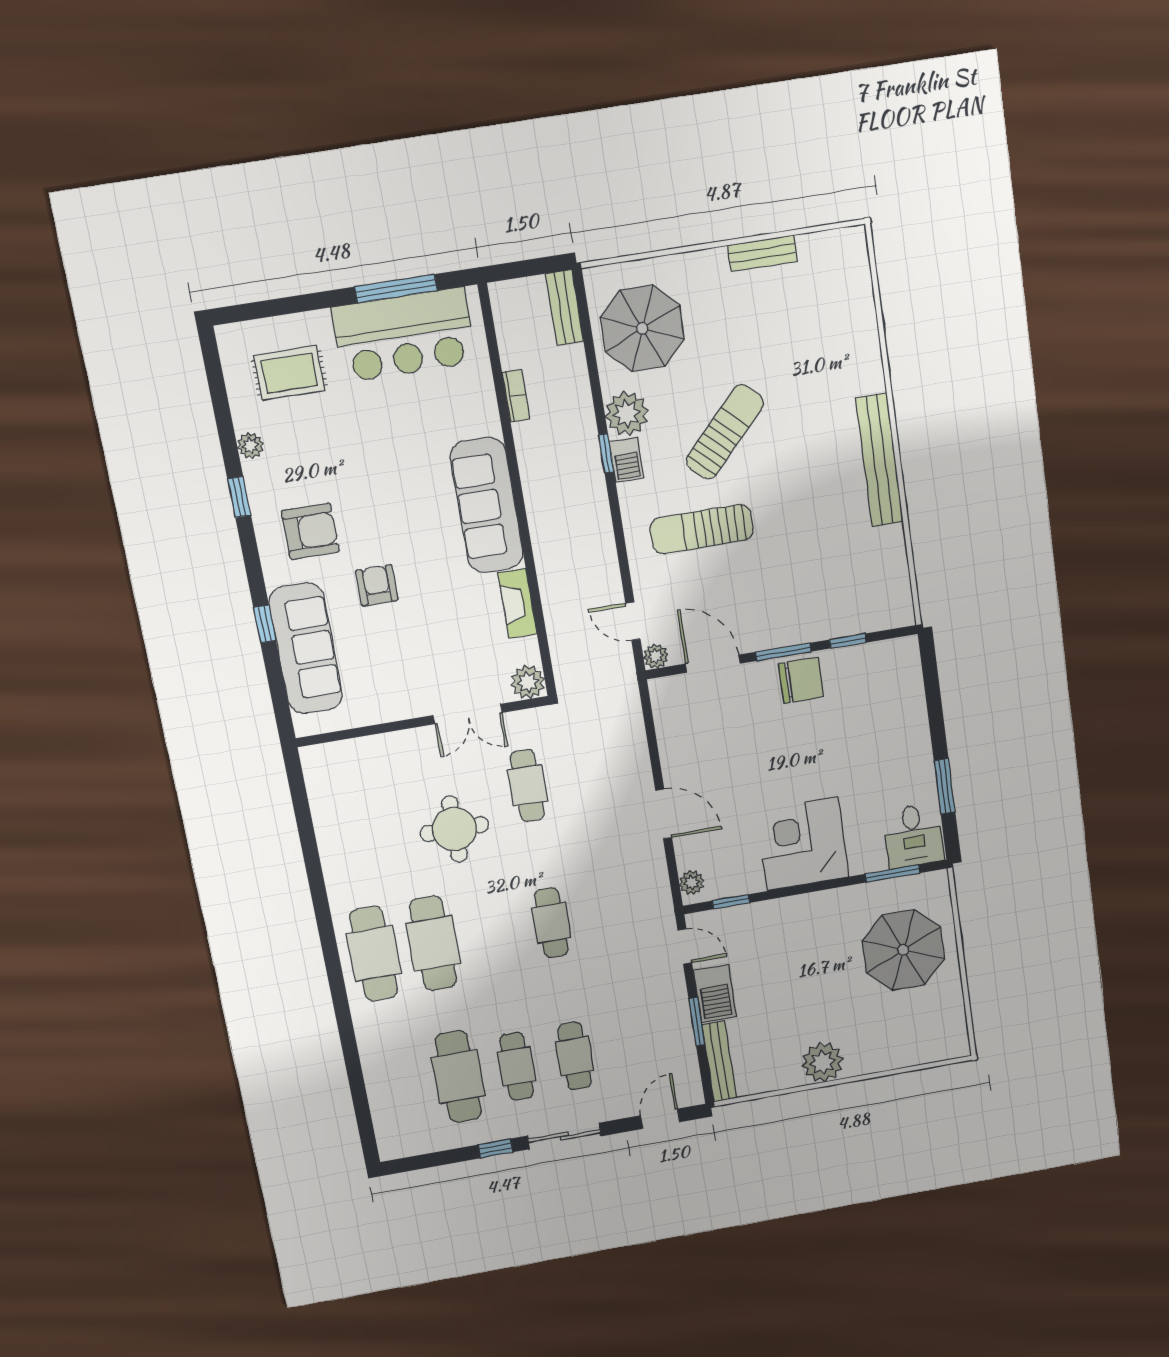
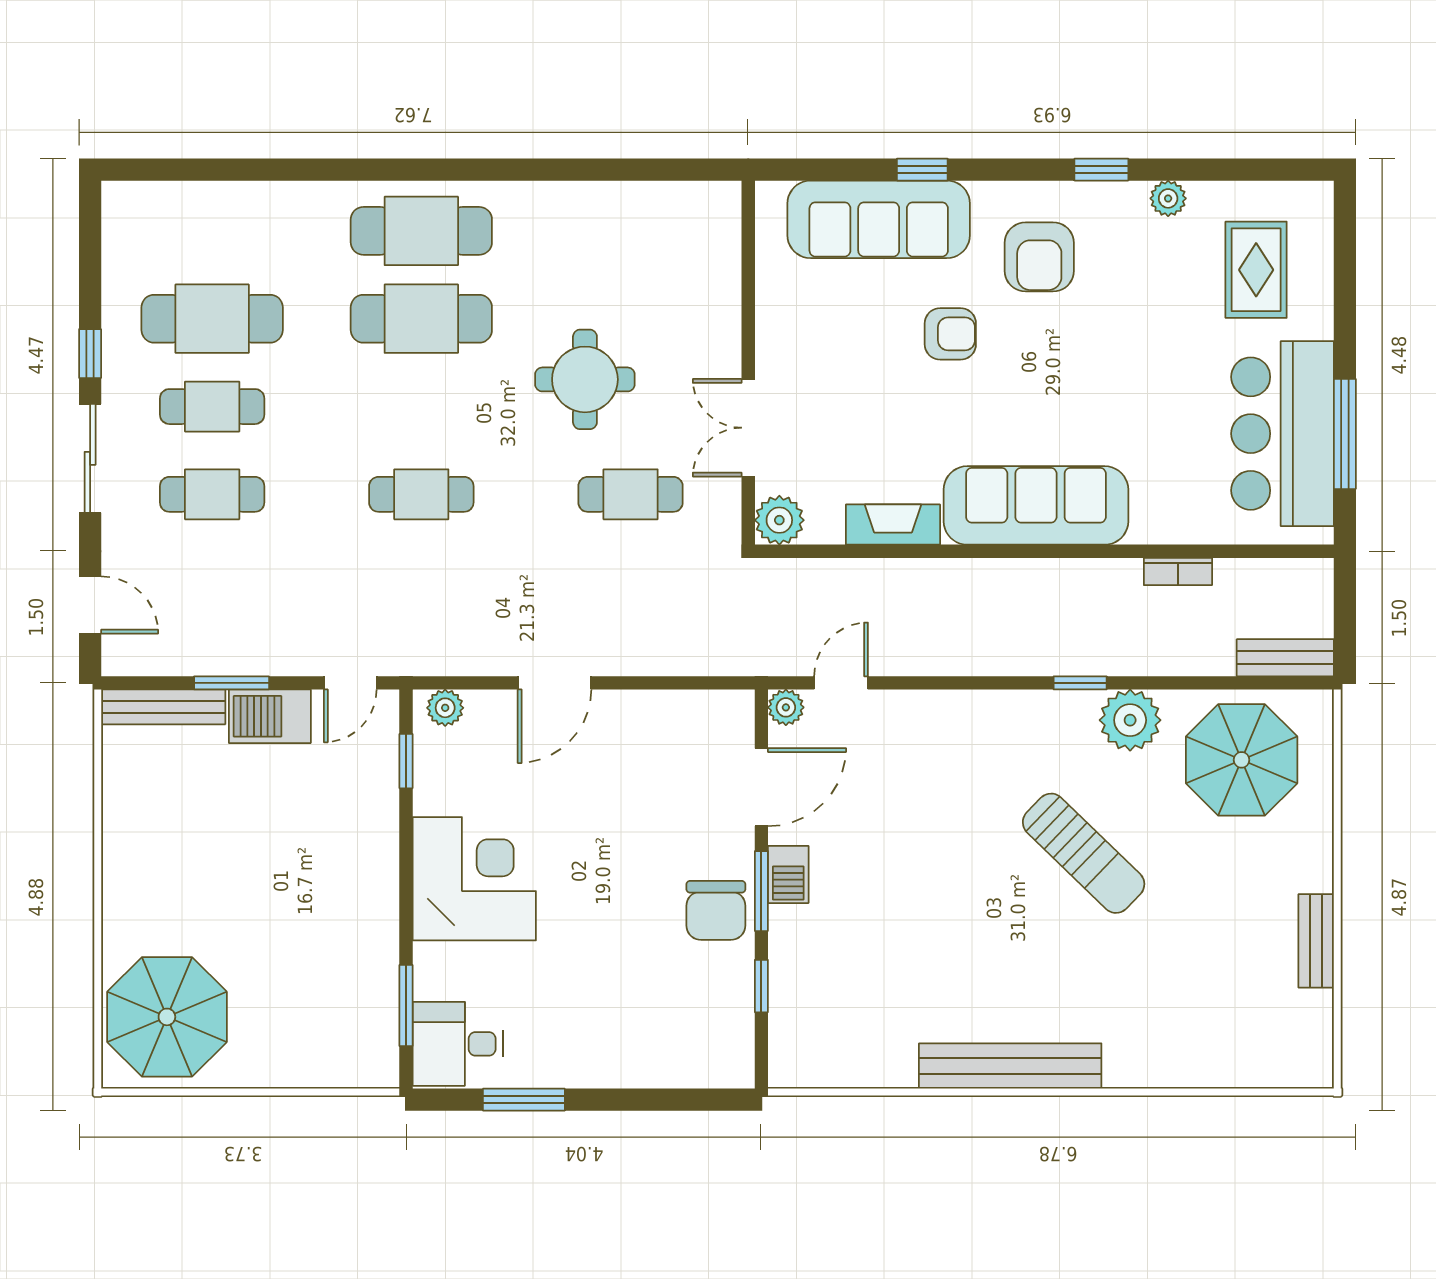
barbecue: (626, 460) -> (788, 874), moved, turned -90
sun lounger: (702, 529) -> (954, 800), removed
parasol: (903, 950) -> (167, 1017), moved
plant: (823, 1062) -> (133, 862), removed

